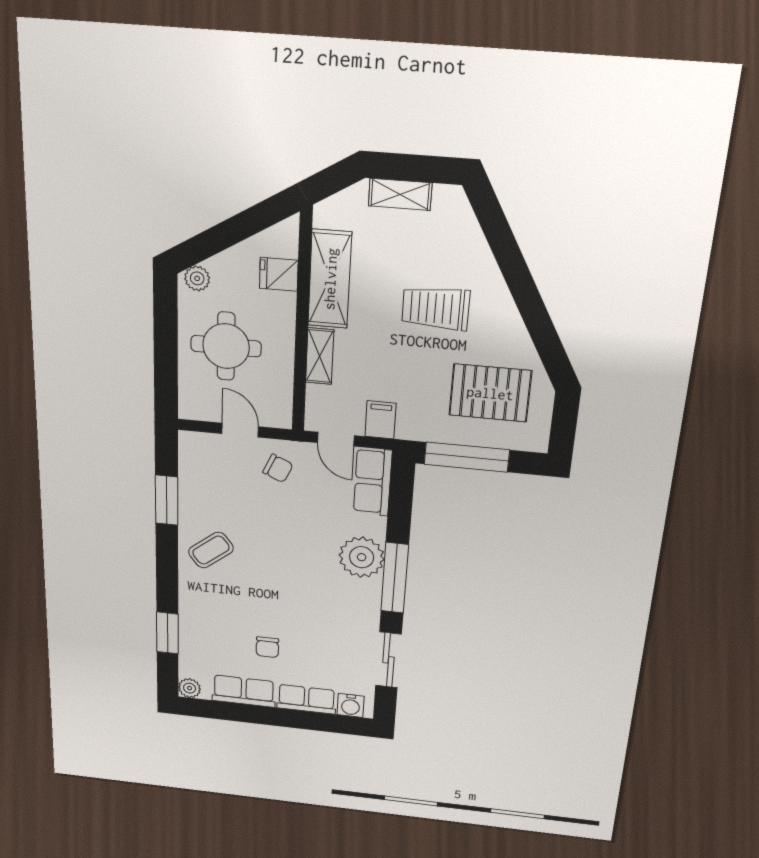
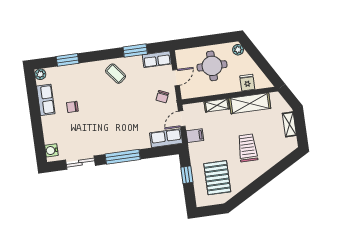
window: (467, 457) -> (187, 175), width x0.46
plant: (362, 557) -> (129, 140), removed
row of seats: (306, 699) -> (157, 59), moved, turned 90

